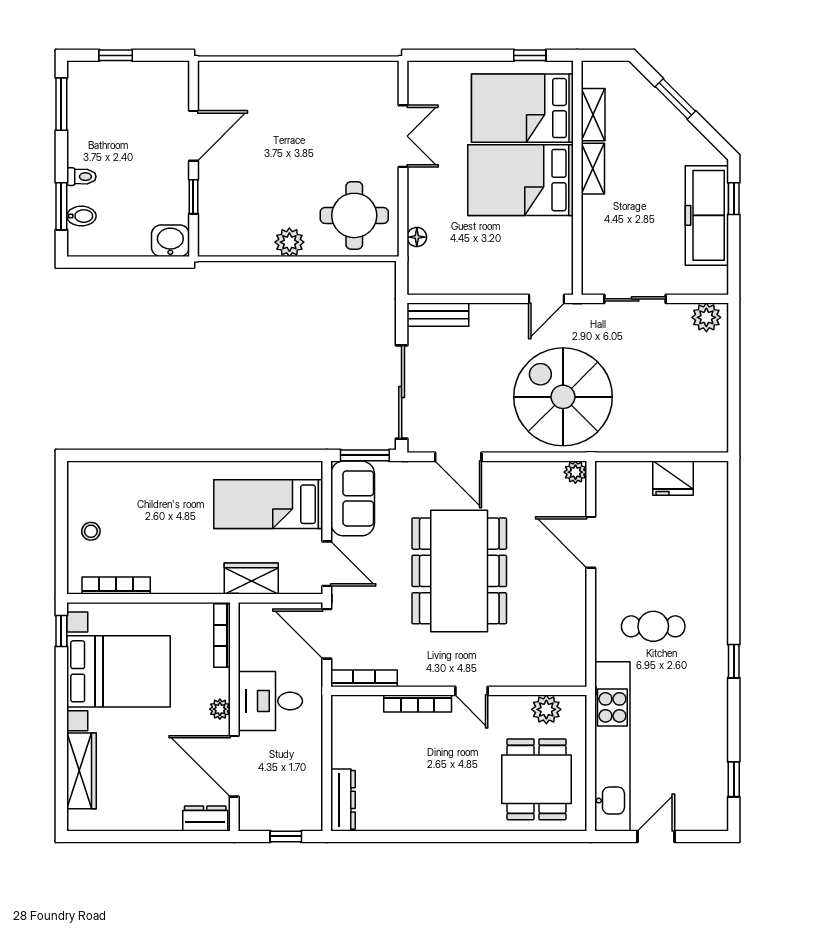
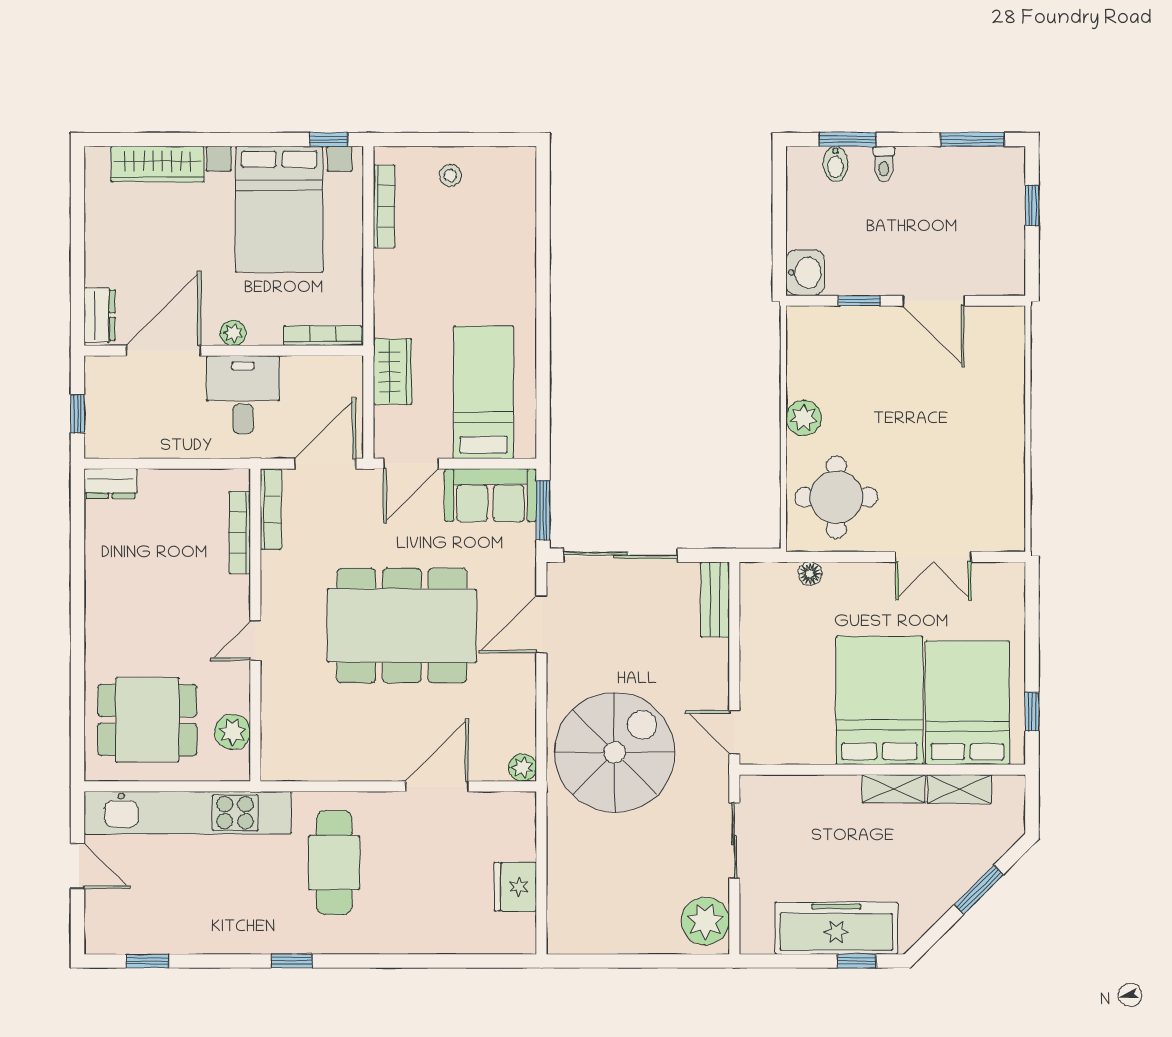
plant: (706, 317) -> (705, 921), width x1.36, depth x1.36
cafe table: (653, 626) -> (334, 863), width x1.37, depth x1.35
bookcase: (418, 704) -> (240, 533), moved
dresser: (343, 800) -> (111, 484), width x0.70

